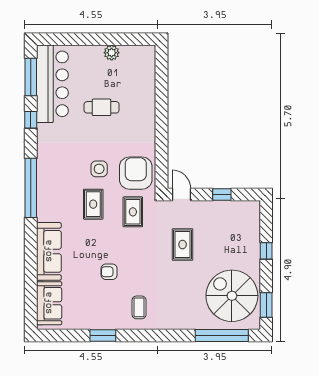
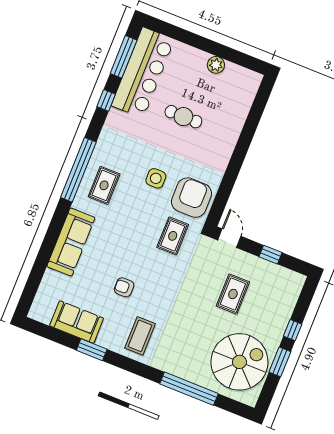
rug: (93, 204) -> (104, 185), moved
rug: (183, 245) -> (233, 294), moved
spiral stairs: (232, 296) -> (239, 362), turned 90
sofa: (49, 303) -> (77, 322), moved, turned -90
window: (266, 305) -> (280, 362), moved
coffee table: (139, 307) -> (140, 336), width x1.36, depth x1.30
window: (222, 335) -> (189, 389), moved

